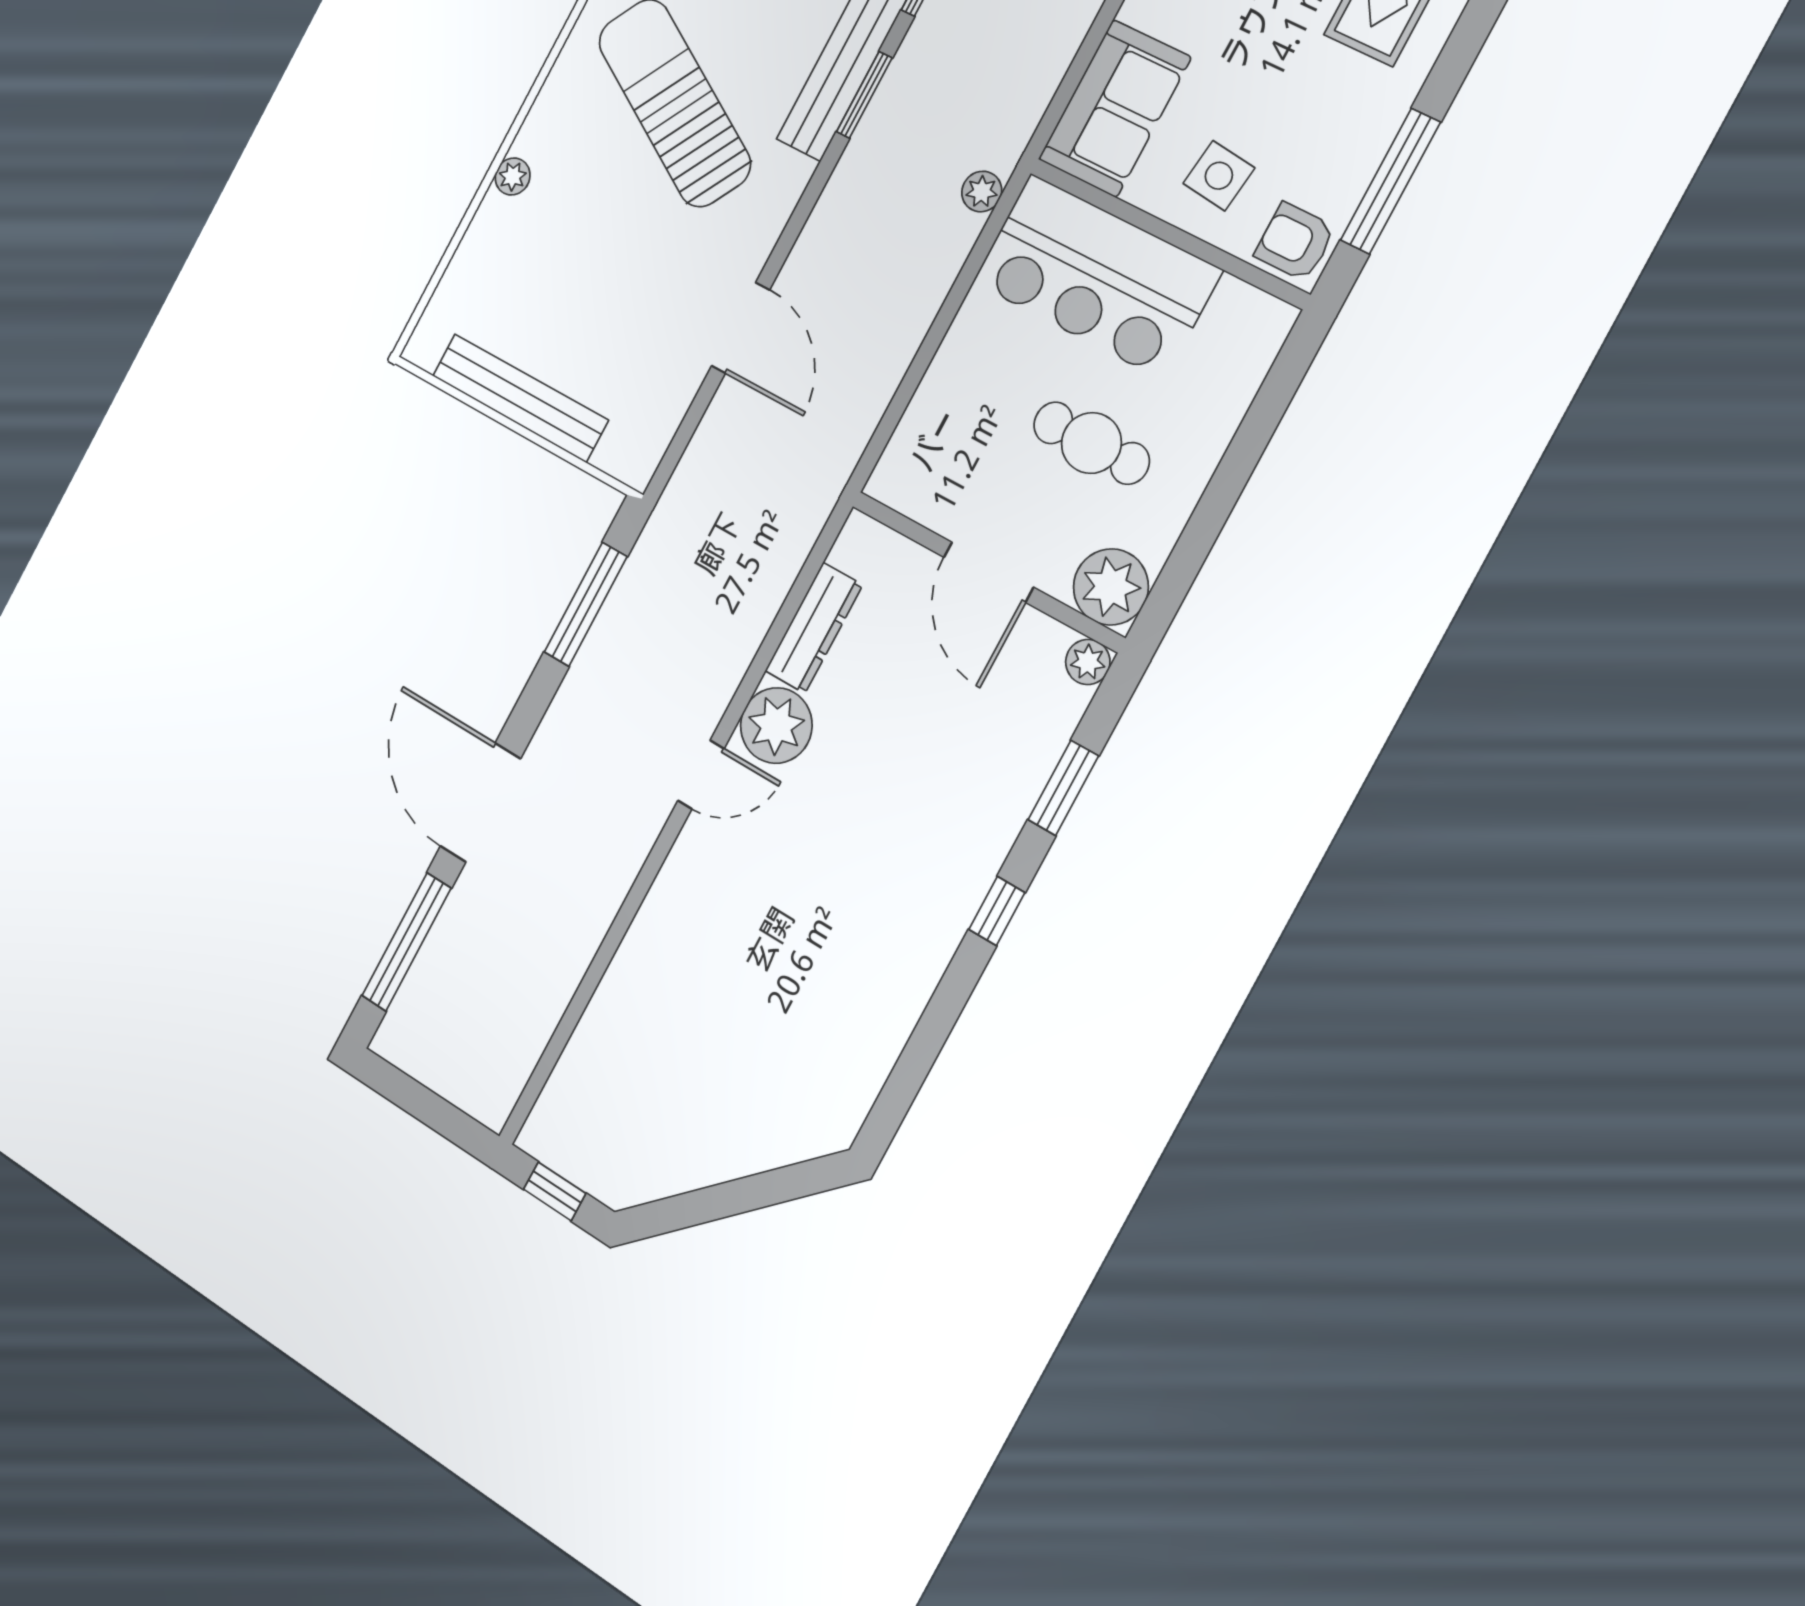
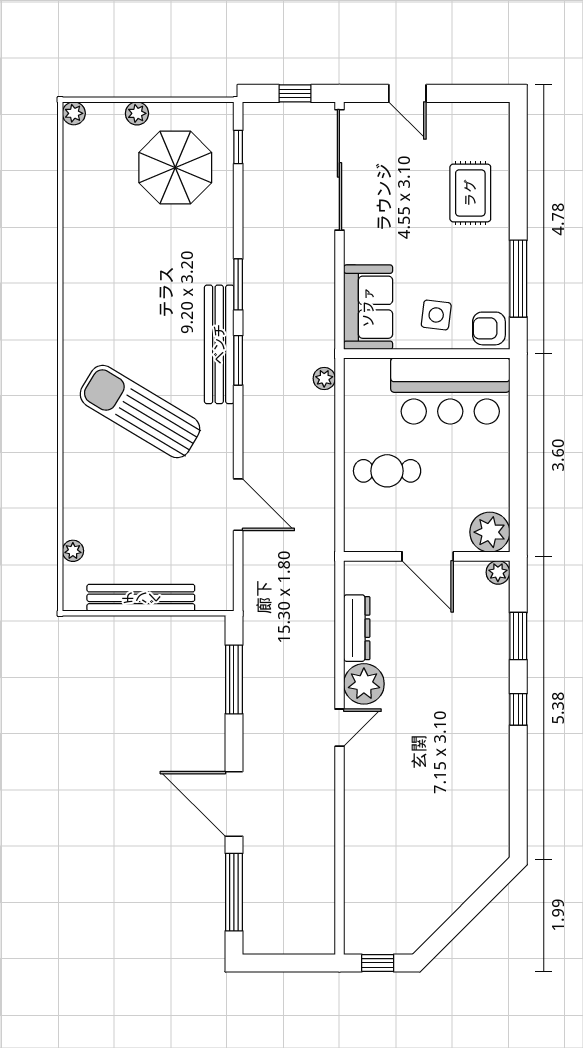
plant: (513, 176) -> (73, 551), moved
bar counter: (1097, 276) -> (450, 391), moved
cafe table: (1091, 443) -> (387, 471), moved

